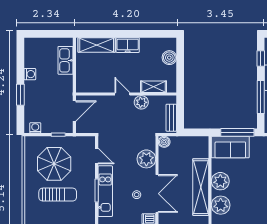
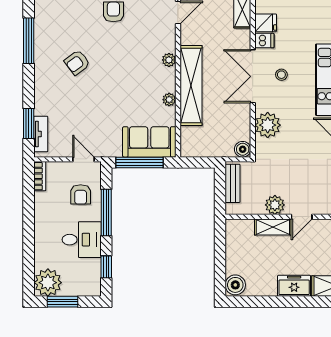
boiler: (169, 58) -> (235, 285), moved
shelving: (154, 87) -> (273, 227), moved
door: (122, 94) -> (302, 217), hinge flipped
plant: (220, 181) -> (169, 100), width x0.53, depth x0.53
plant: (221, 205) -> (169, 60), width x0.53, depth x0.53

